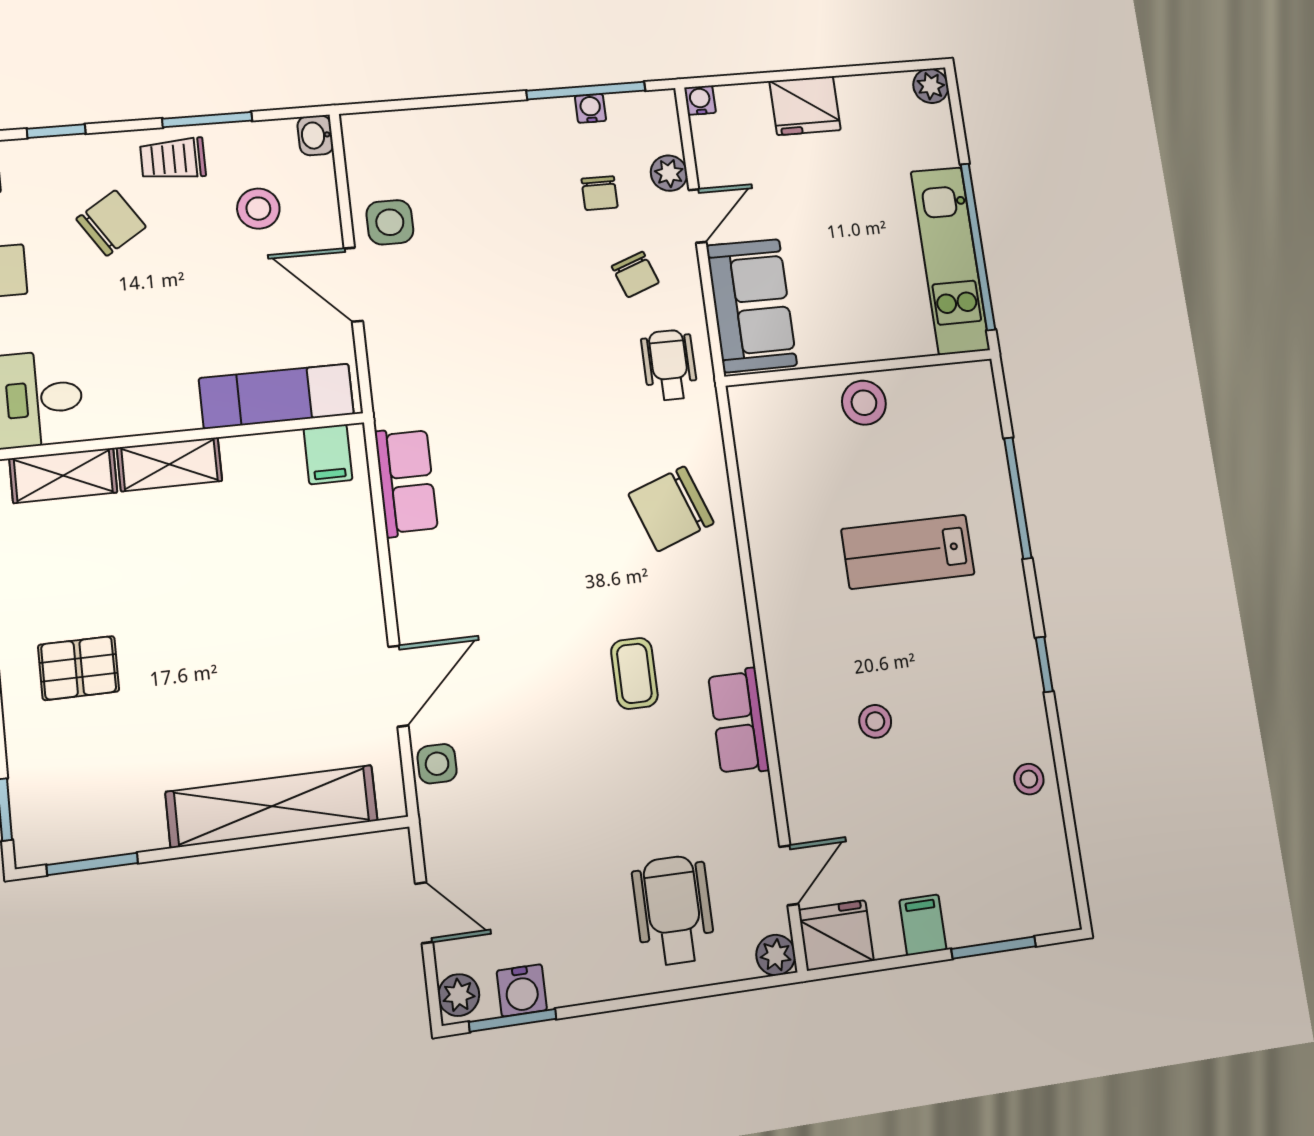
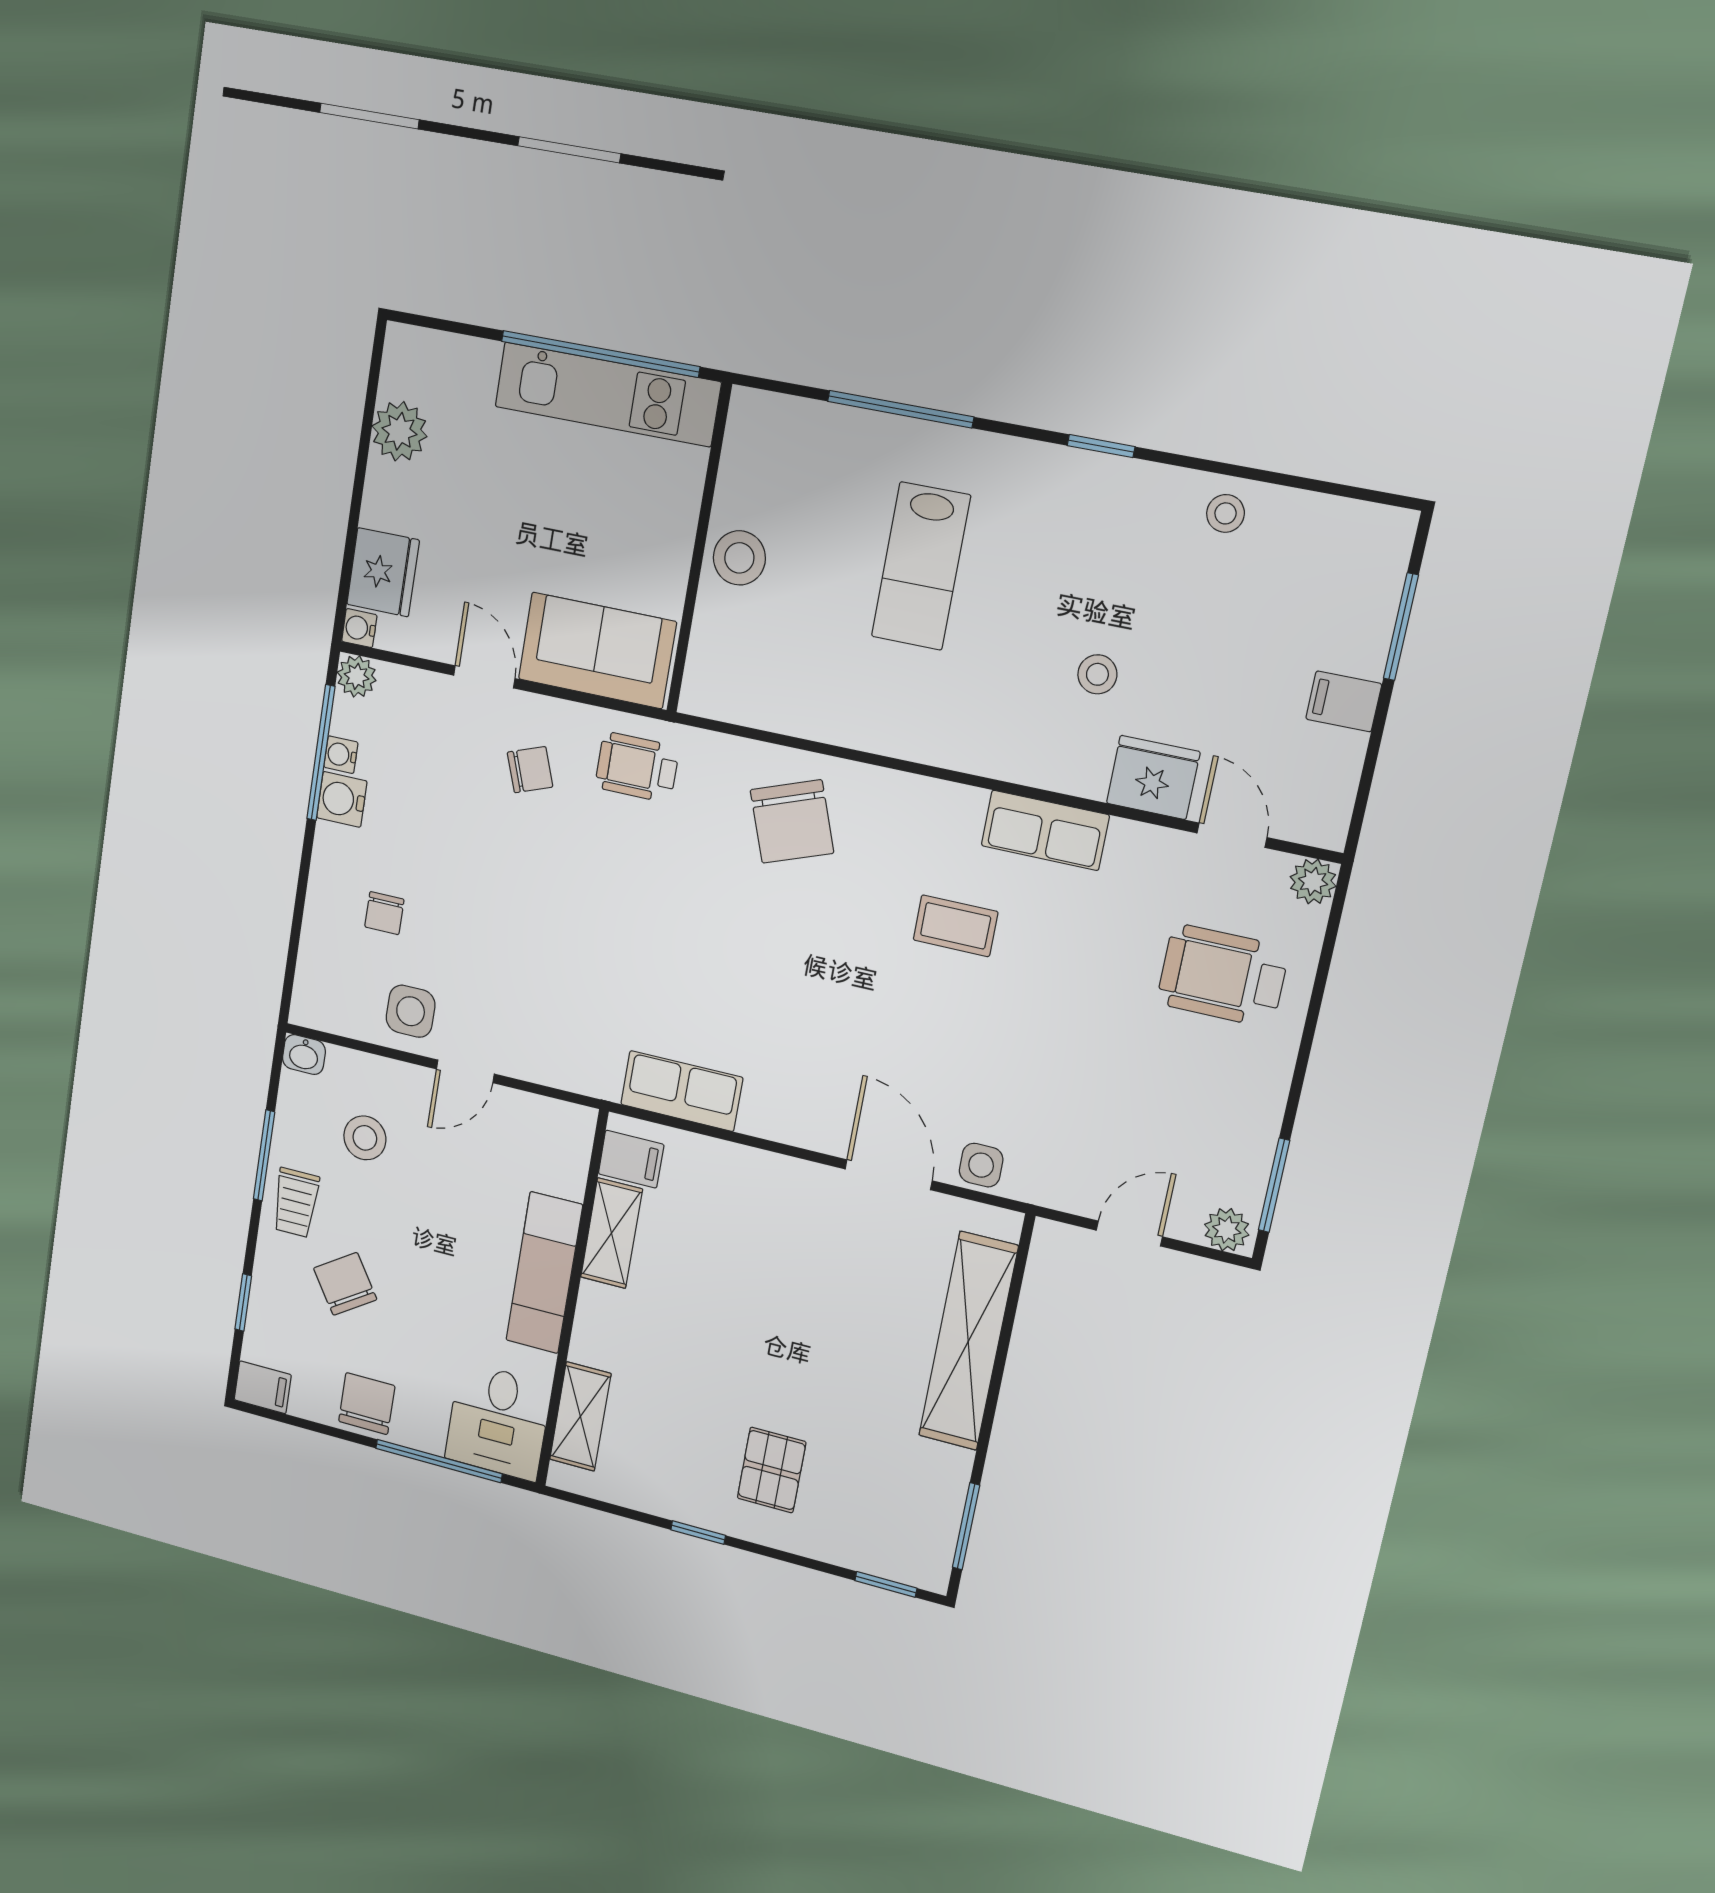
plant: (931, 86) -> (399, 431), moved, width x1.38, depth x1.38
fridge: (805, 106) -> (383, 572), moved
plant: (669, 173) -> (357, 676), moved
chair: (600, 193) -> (384, 913), moved, turned 90
door: (353, 285) -> (465, 1071), width x0.73
exam couch: (277, 396) -> (544, 1273), moved
shelving: (170, 464) -> (612, 1233), moved
fridge: (836, 935) -> (1153, 777), moved, turned 90
water cooler: (522, 990) -> (342, 799), moved, turned 180

